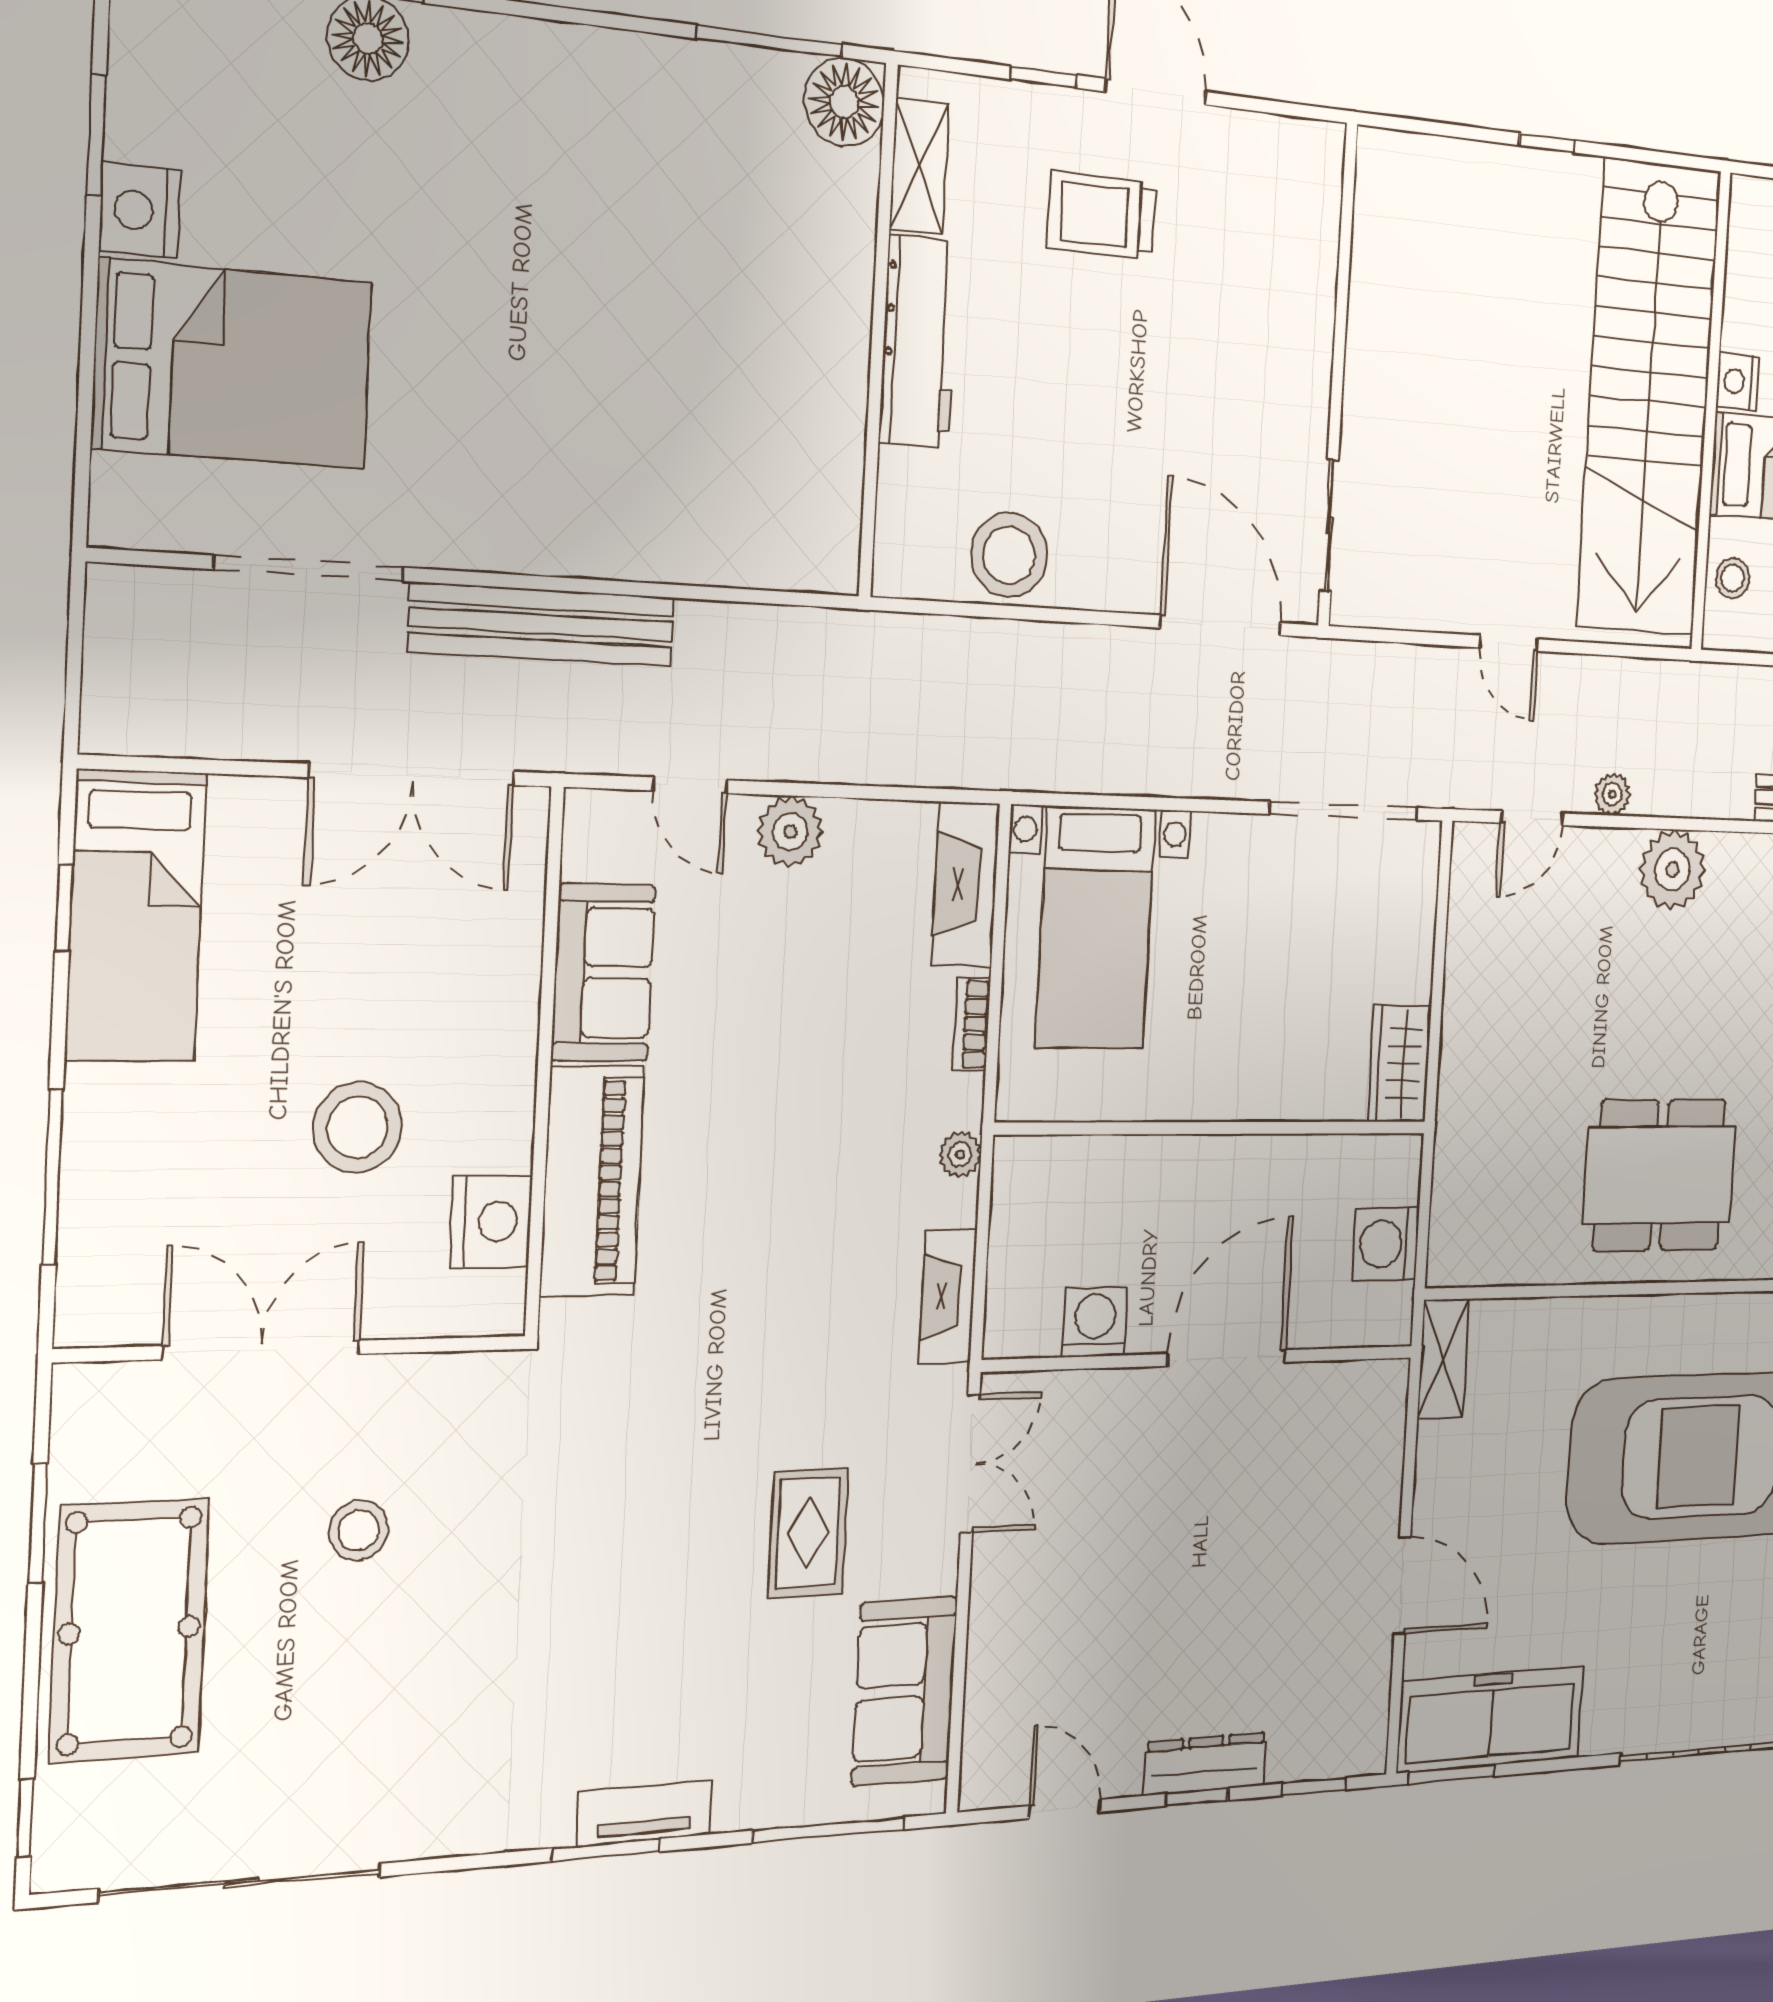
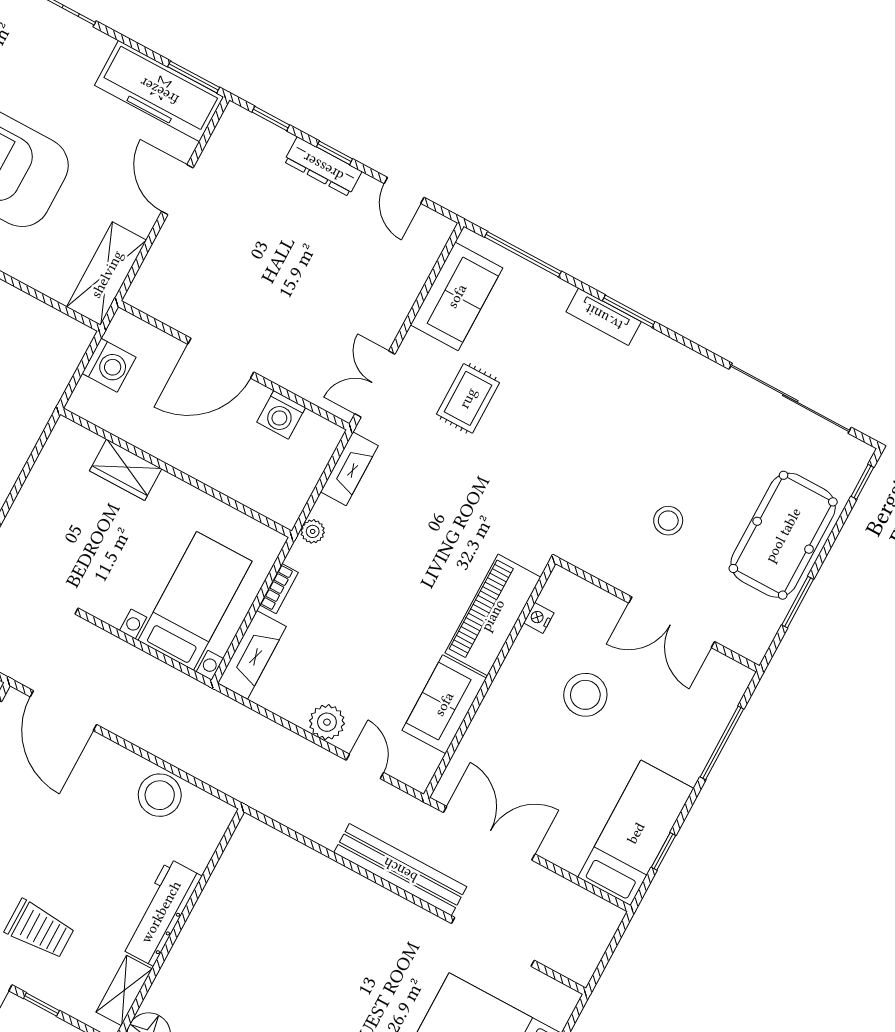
wardrobe: (1399, 1064) -> (126, 470), moved, turned 90
nightstand: (491, 1221) -> (539, 618), width x0.53, depth x0.56
shelving: (1443, 1359) -> (107, 274), width x1.50, depth x1.33

